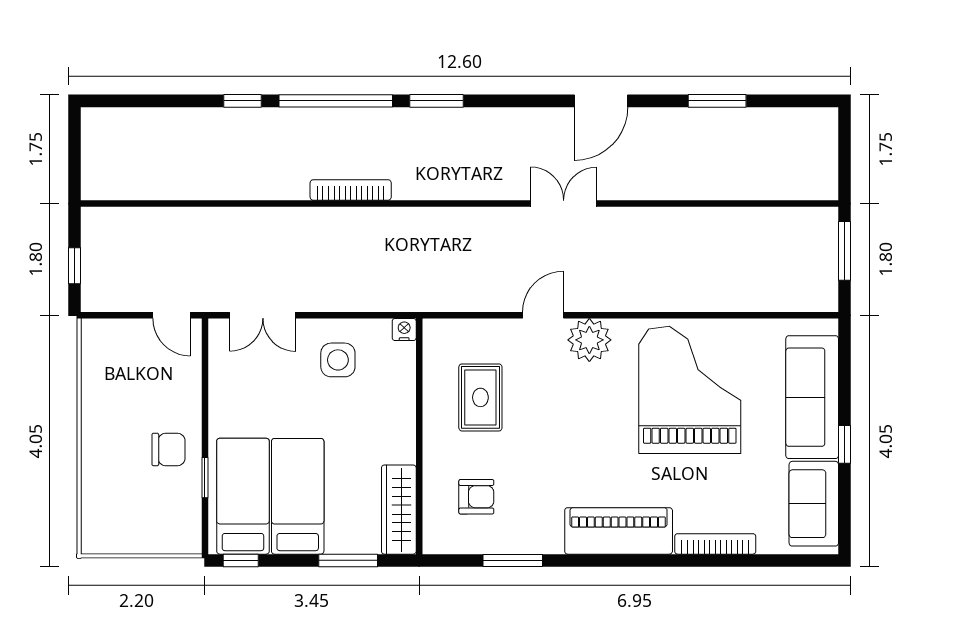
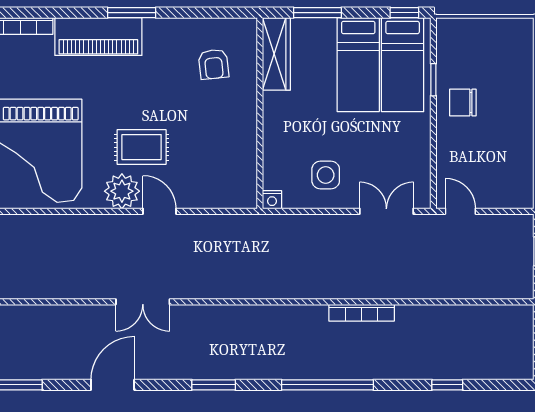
window: (243, 101) -> (447, 385), moved
window: (437, 101) -> (214, 385), moved
bookcase: (351, 190) -> (362, 313), moved
door: (543, 315) -> (160, 211), swing flipped
rug: (480, 397) -> (142, 147), moved, turned 90
armchair: (476, 497) -> (214, 64), turned -96
window: (513, 560) -> (132, 13), moved

